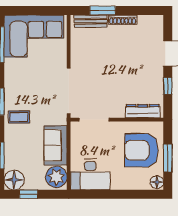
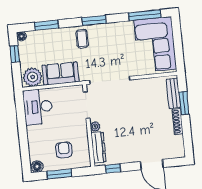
window: (168, 86) -> (113, 168), moved
plant: (119, 113) -> (95, 126), added
armchair: (142, 150) -> (64, 150), width x0.53, depth x0.53
floor lamp: (14, 180) -> (22, 36), width x0.53, depth x0.53

